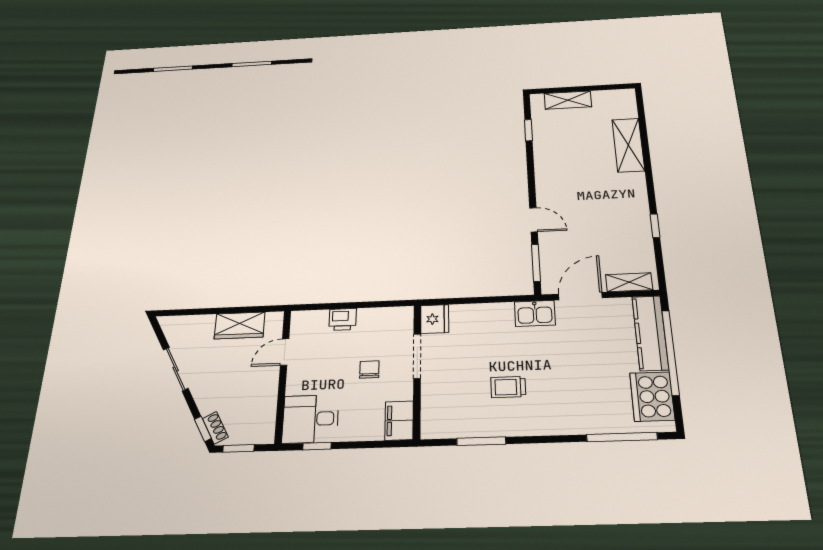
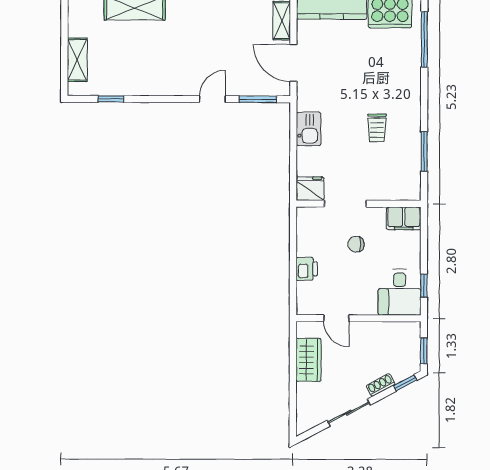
kitchen sink: (535, 313) -> (309, 129), moved
shoe rack: (215, 428) -> (381, 385), moved

